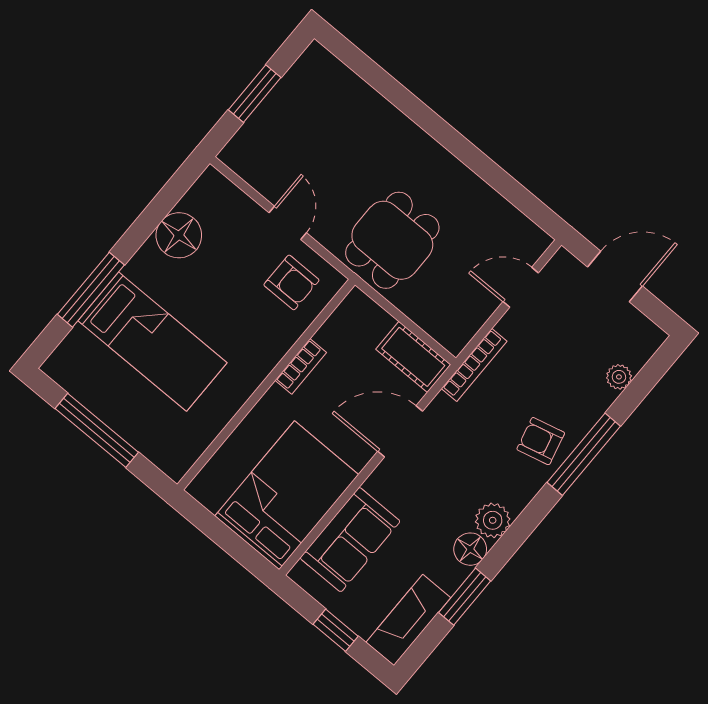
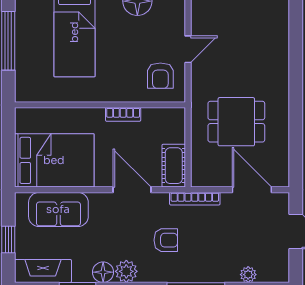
dining table: (392, 240) -> (236, 122), moved
door: (521, 287) -> (252, 190), width x1.38
armchair: (541, 441) -> (166, 240), moved, turned 104

